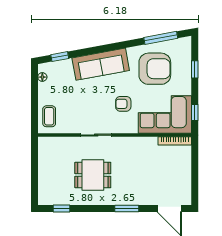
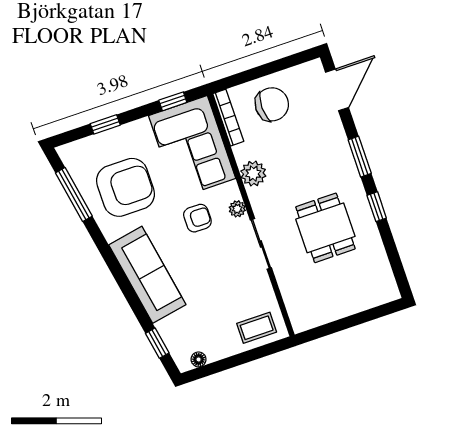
armchair: (155, 69) -> (126, 187), turned 90
armchair: (123, 104) -> (197, 218), turned -90
plant: (121, 128) -> (237, 209), added
plant: (138, 144) -> (253, 174), added
chair: (174, 168) -> (272, 104), added
window: (61, 208) -> (377, 207), moved

